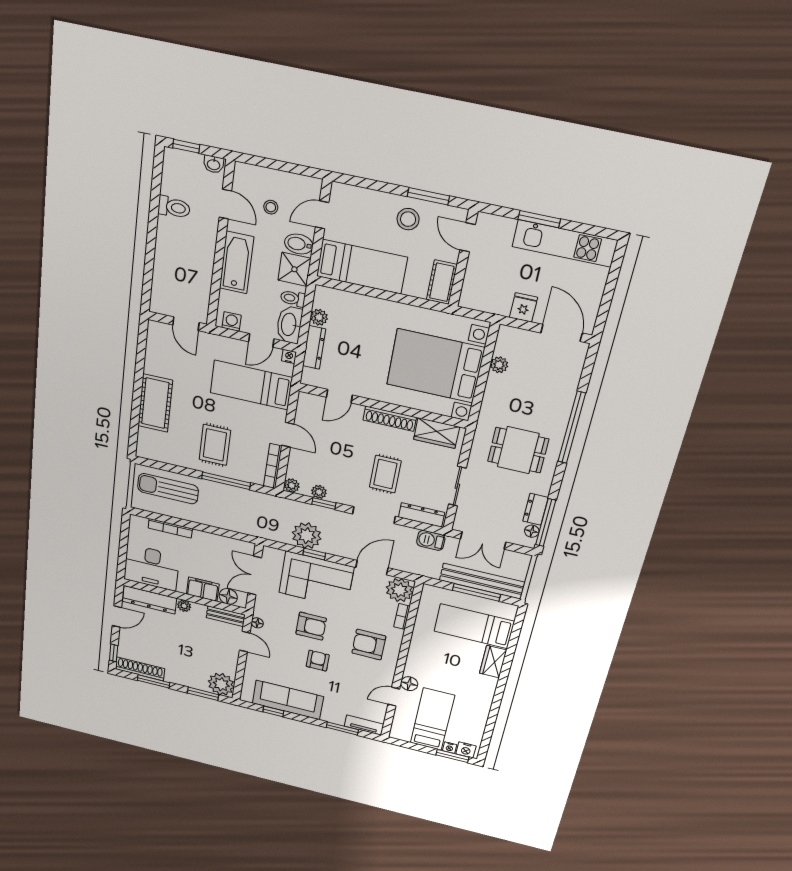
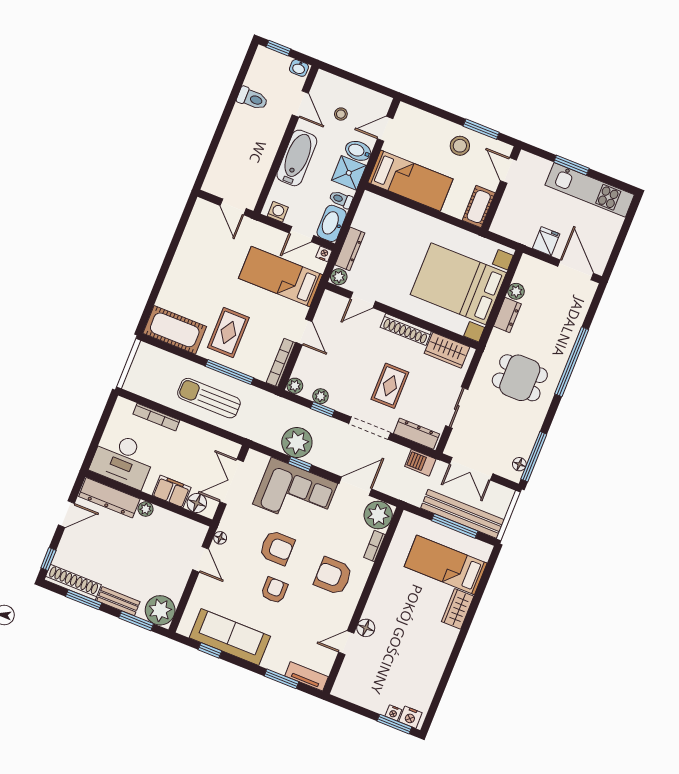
plant: (319, 317) -> (339, 277), moved
cot: (155, 403) -> (175, 330), moved, turned 90
sun lounger: (168, 489) -> (209, 398), moved
dresser: (535, 509) -> (507, 315), moved, turned 180
bench: (226, 616) -> (118, 601), moved
bed: (432, 719) -> (382, 675), removed

